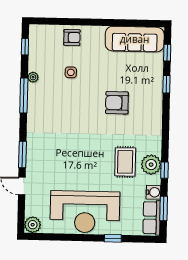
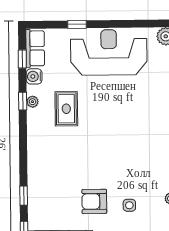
armchair: (117, 103) -> (94, 201), moved, turned 180
plant: (151, 165) -> (32, 102), width x0.53, depth x0.53
window: (164, 208) -> (22, 59), width x0.67

